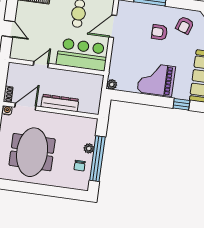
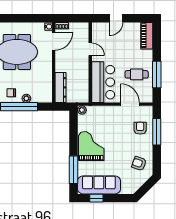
armchair: (160, 32) -> (140, 128), moved
dresser: (60, 103) -> (61, 87), moved
window: (181, 104) -> (73, 170), width x2.17
door: (25, 107) -> (54, 41), hinge flipped

